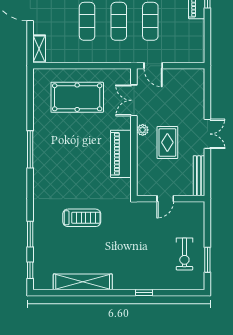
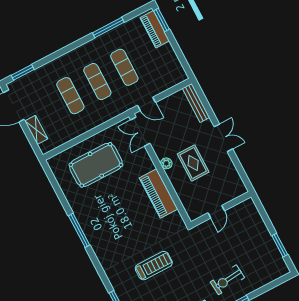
shelving: (39, 49) -> (36, 130), moved
double door: (134, 100) -> (140, 132), moved
bench: (199, 176) -> (196, 103), moved
exercise bike: (184, 254) -> (227, 280), moved, turned 84

